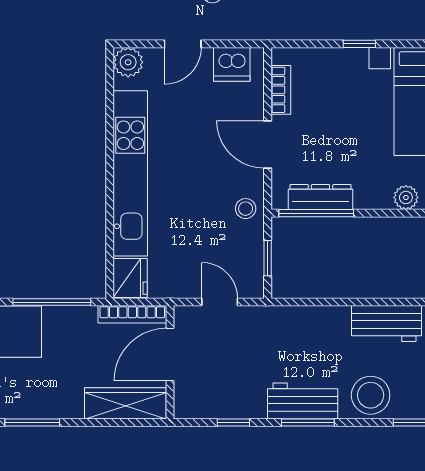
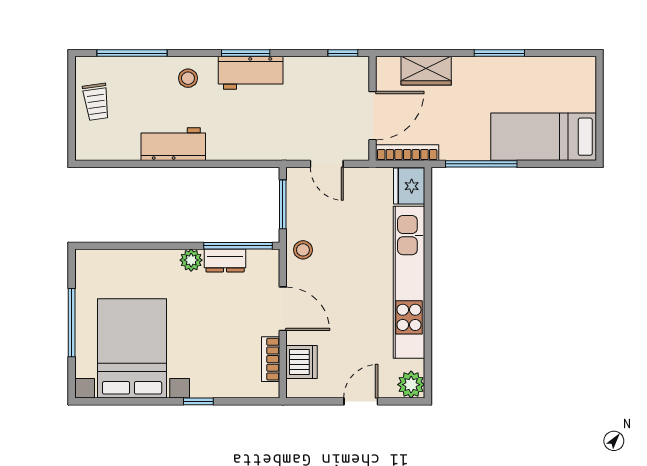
dishwasher: (232, 64) -> (302, 362), moved, turned 90
dresser: (320, 197) -> (225, 260), width x0.70
plant: (406, 197) -> (191, 260), moved
window: (268, 258) -> (283, 204), width x1.50
stool: (371, 395) -> (188, 78), width x0.53, depth x0.53
wardrobe: (125, 403) -> (426, 71), width x0.67
window: (233, 423) -> (343, 53), moved

